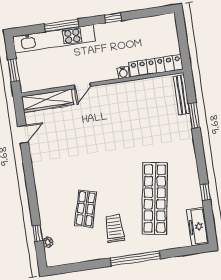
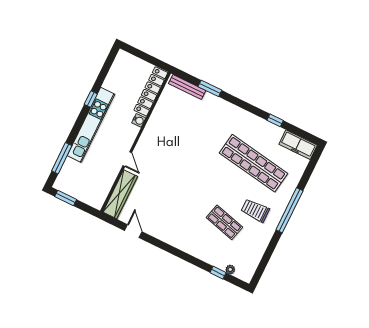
window: (62, 25) -> (62, 158), moved
kitchen unit: (54, 39) -> (91, 125), moved
window: (14, 70) -> (66, 198), moved

